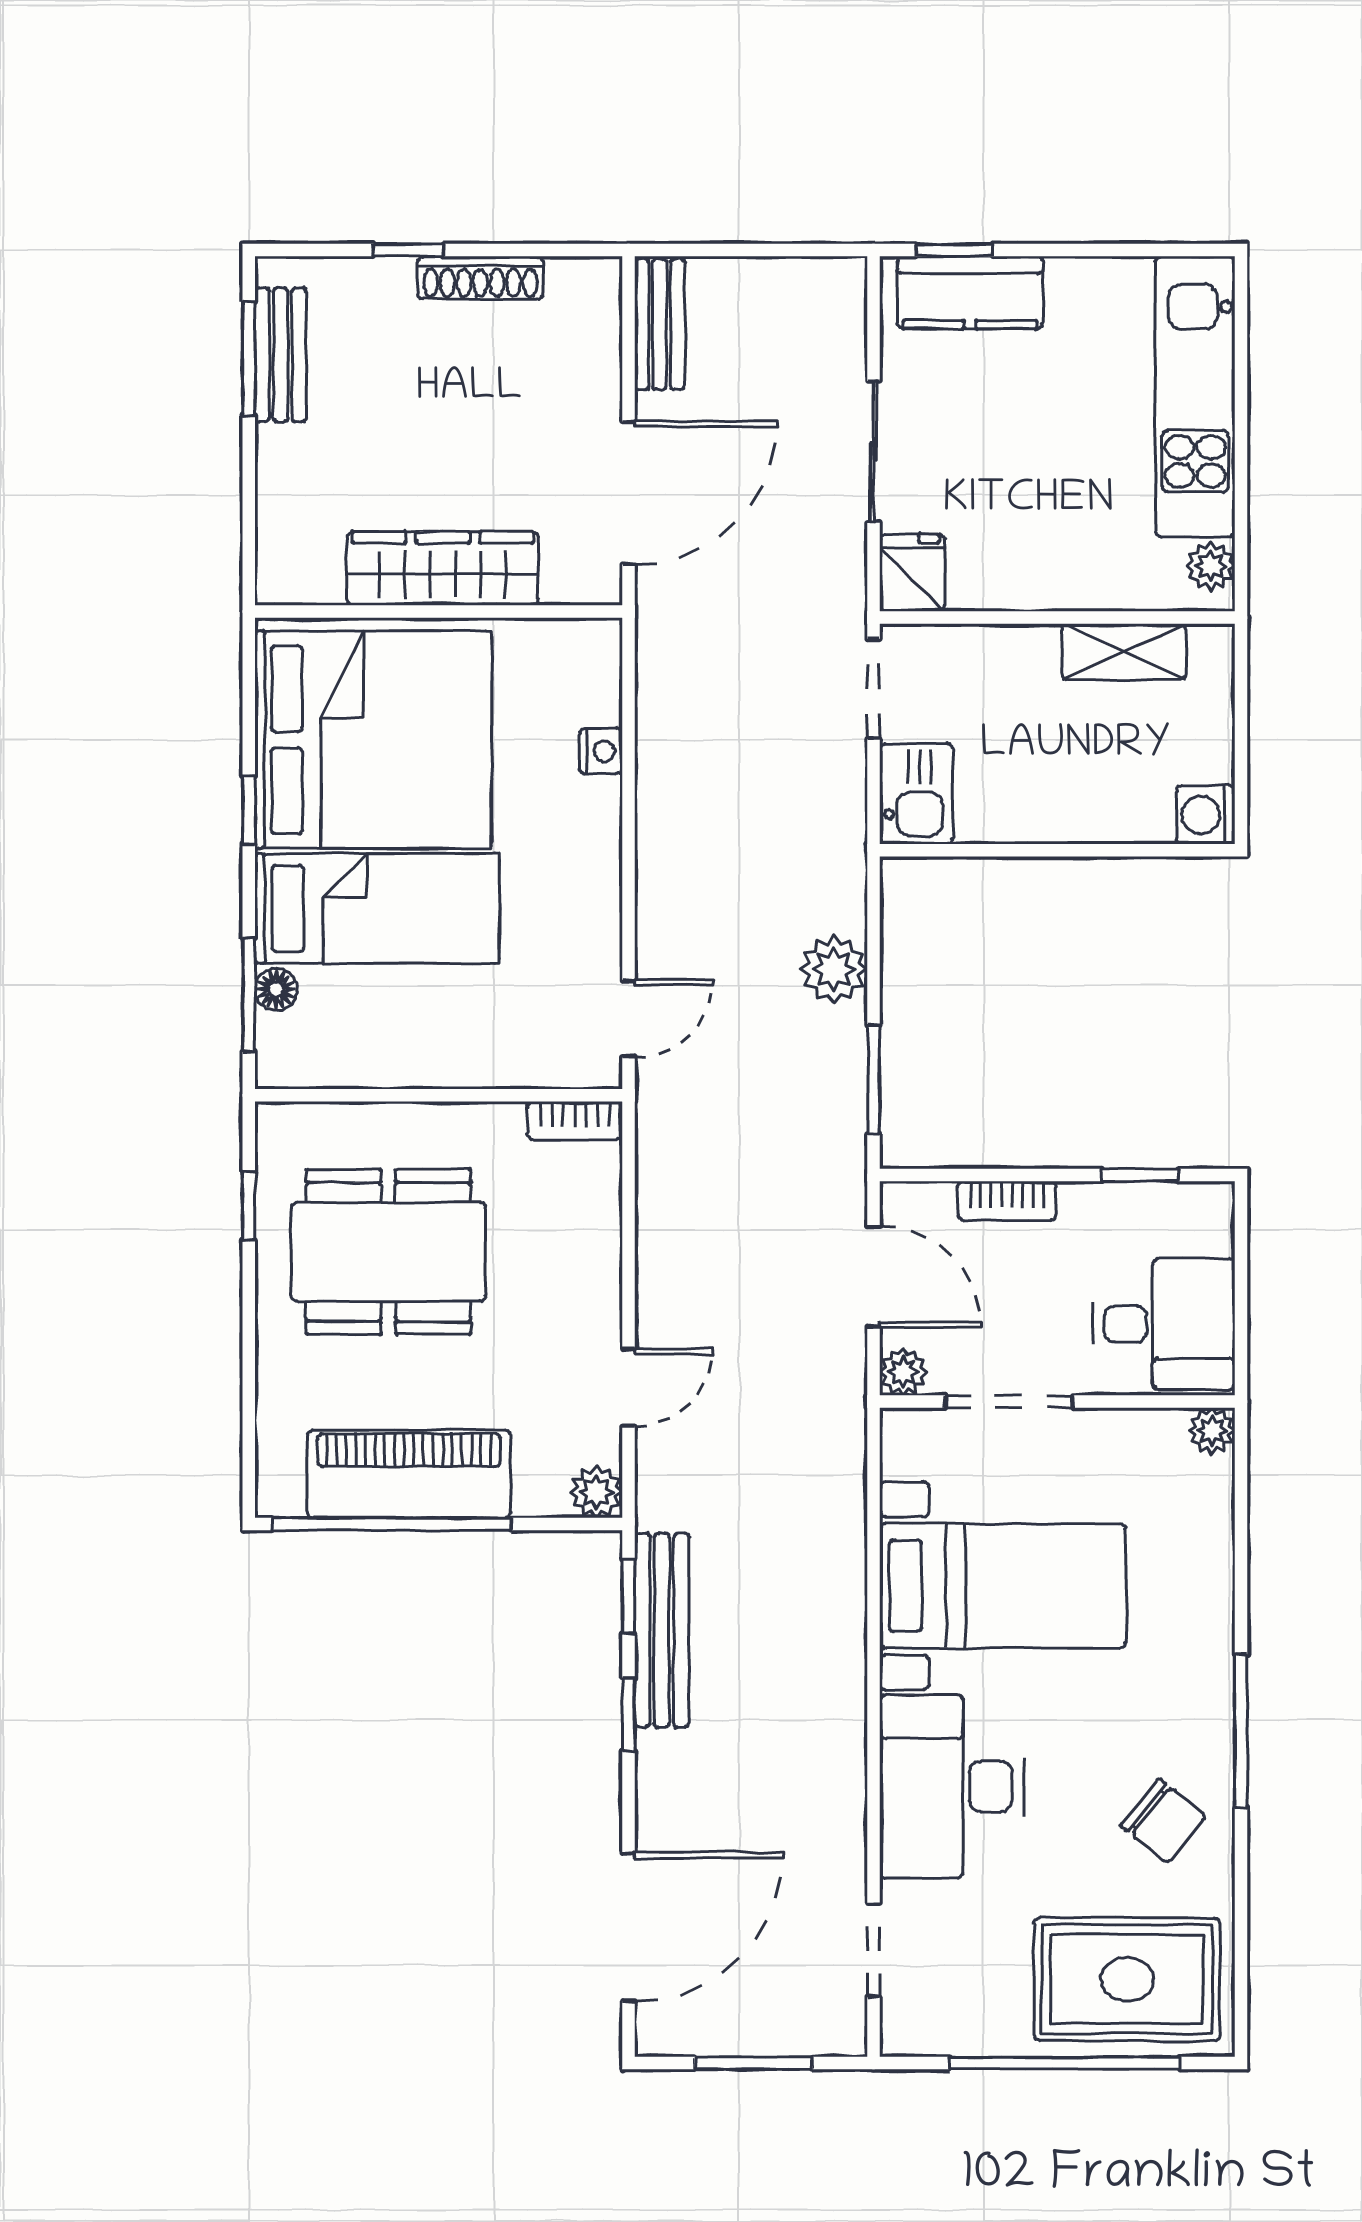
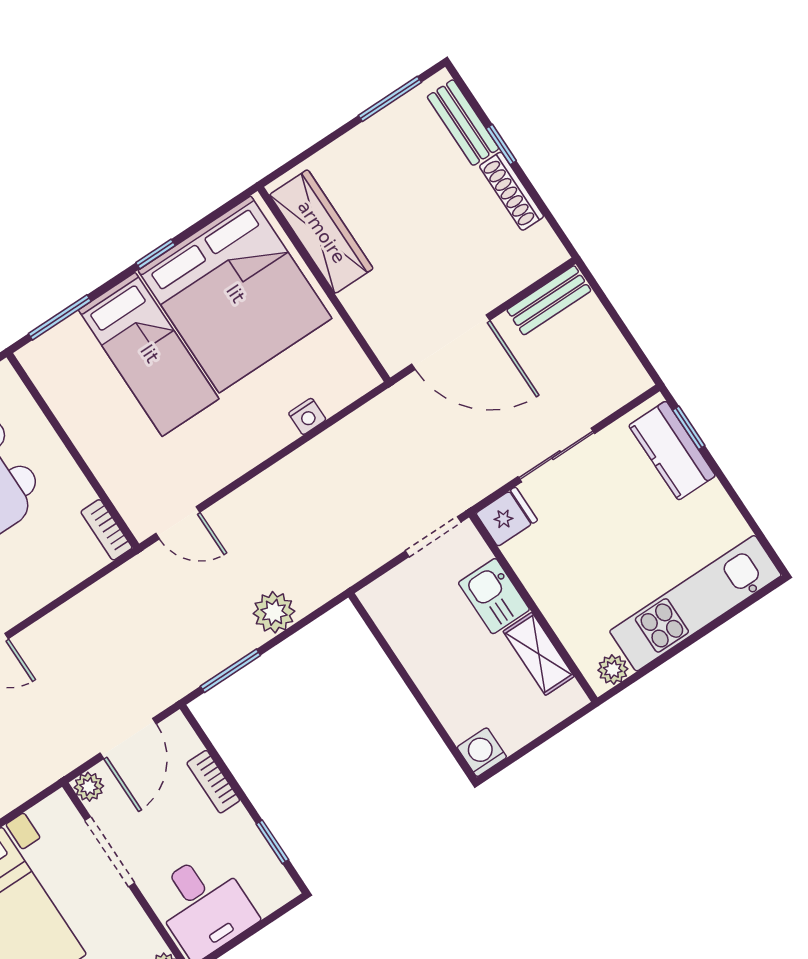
bench: (281, 355) -> (463, 123), moved, turned 90
wardrobe: (443, 568) -> (321, 232), moved
kitchen sink: (916, 794) -> (494, 596), moved, turned 90
floor lamp: (276, 990) -> (72, 330), removed

